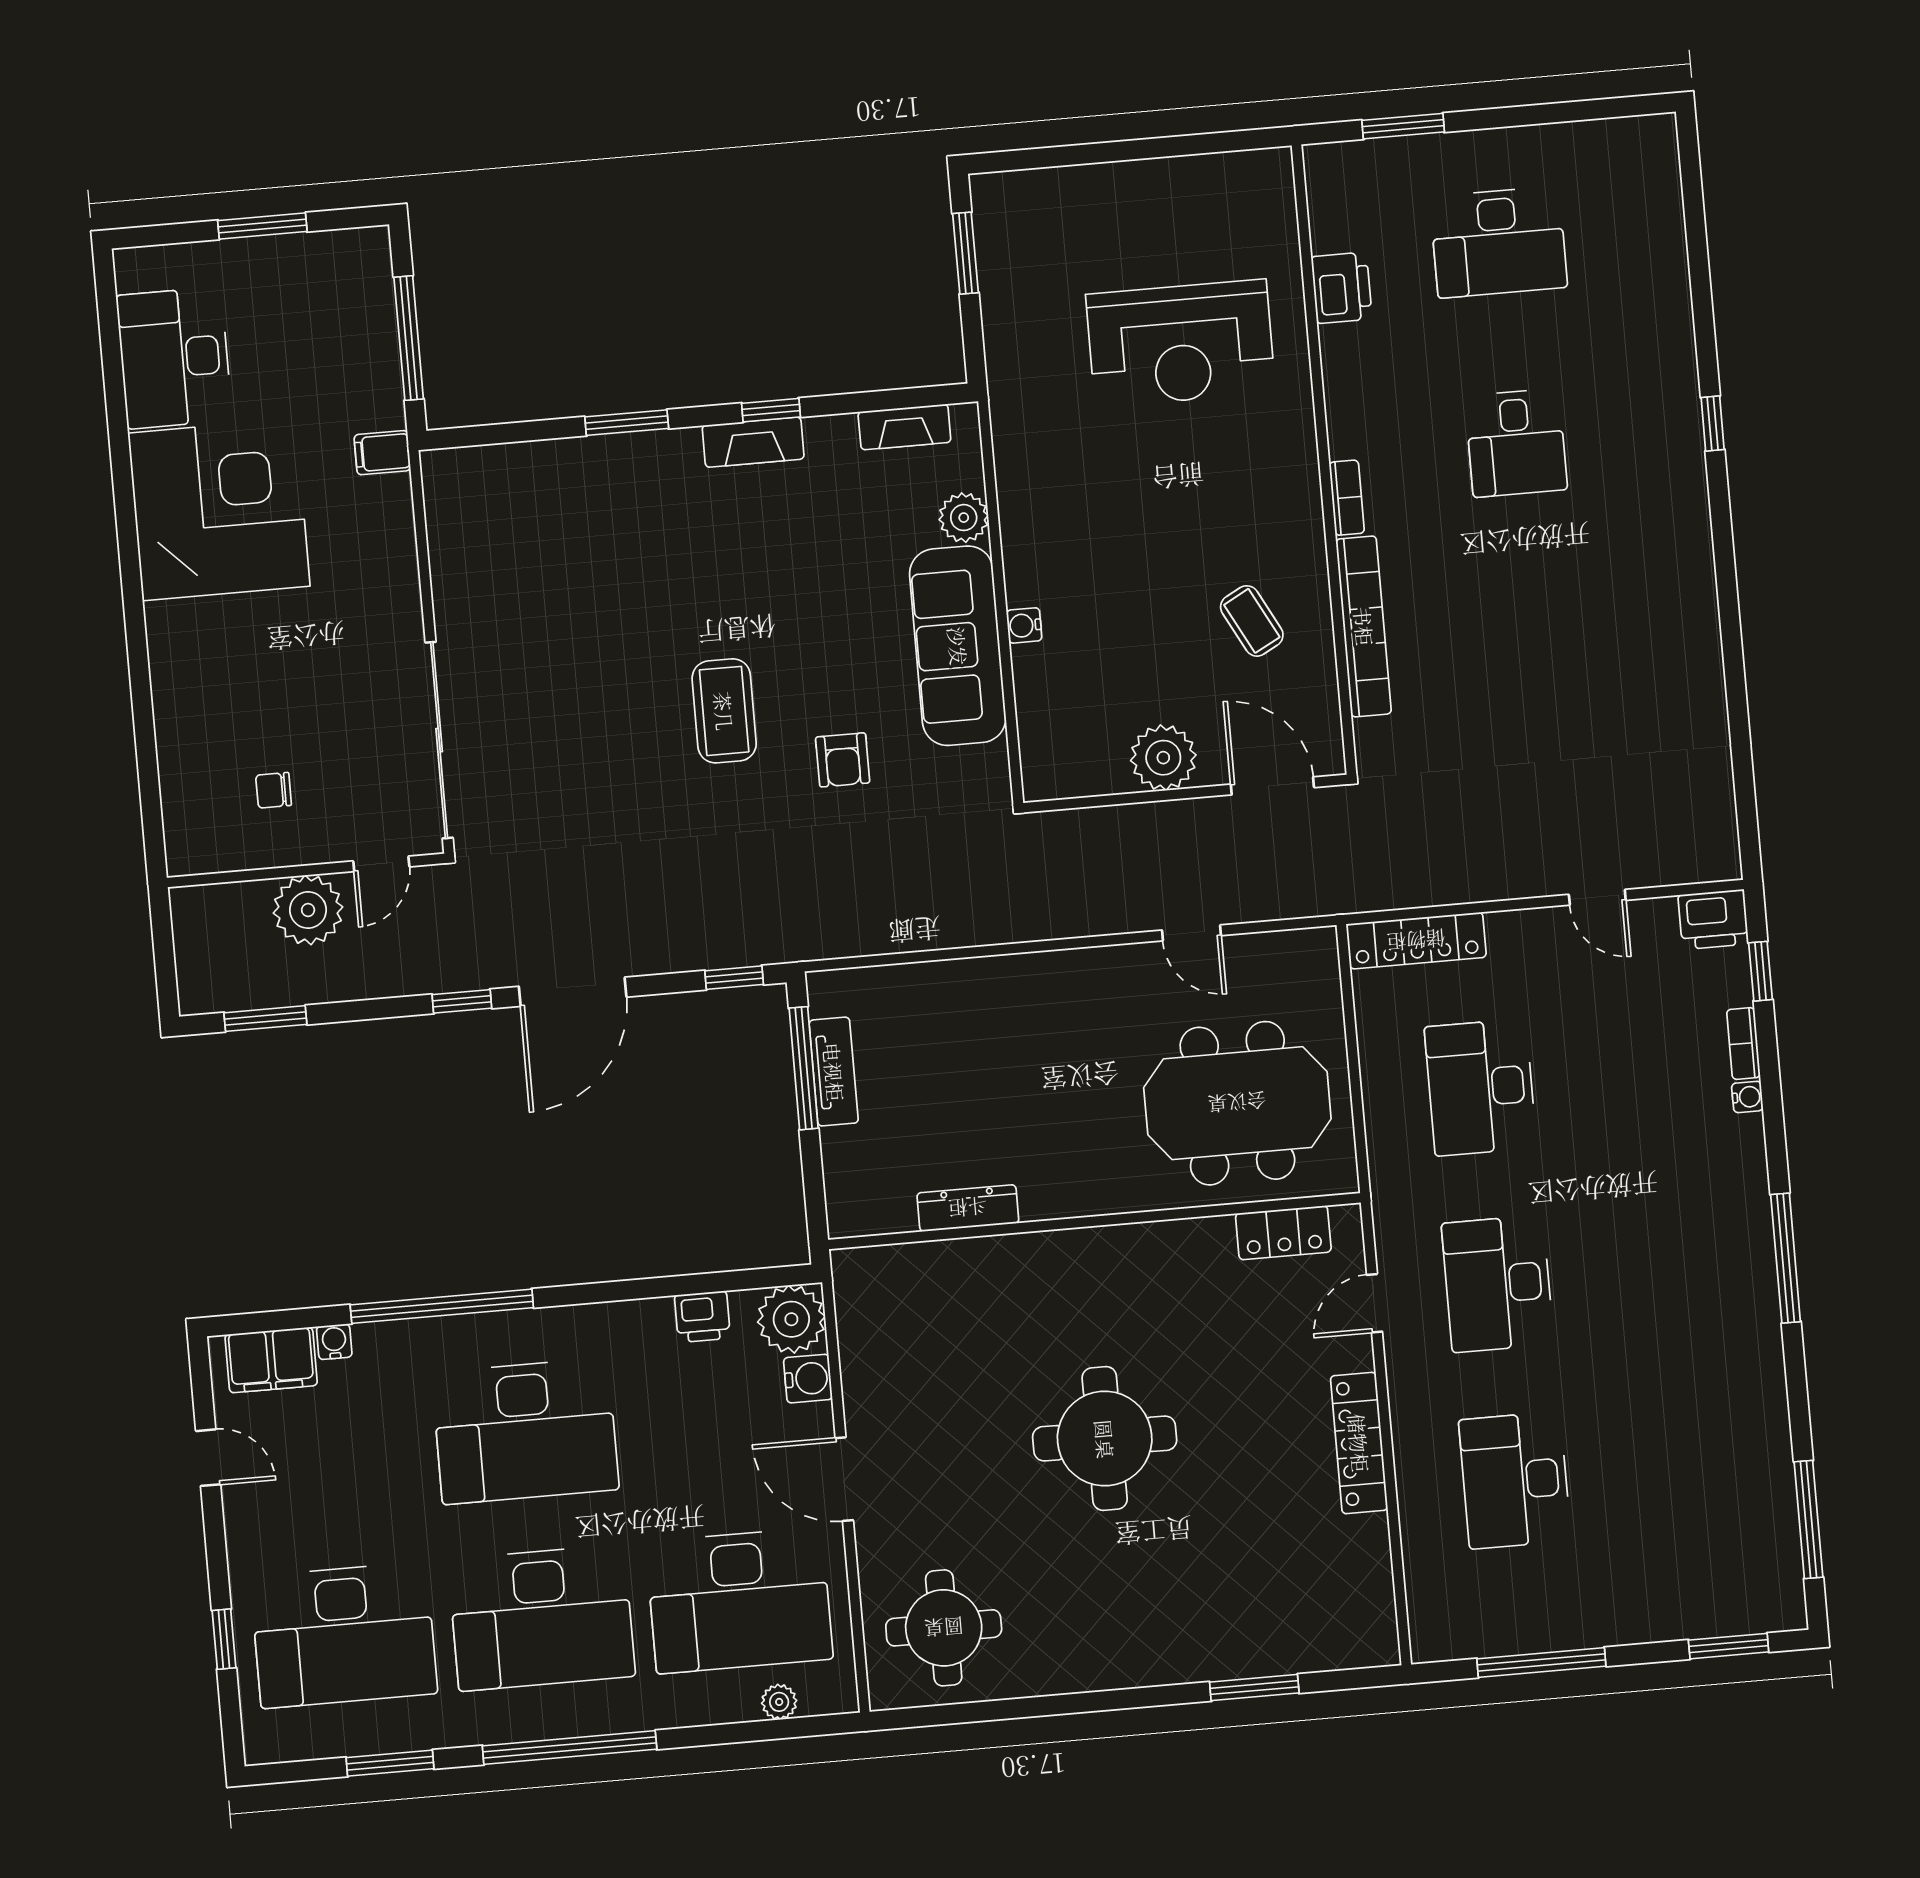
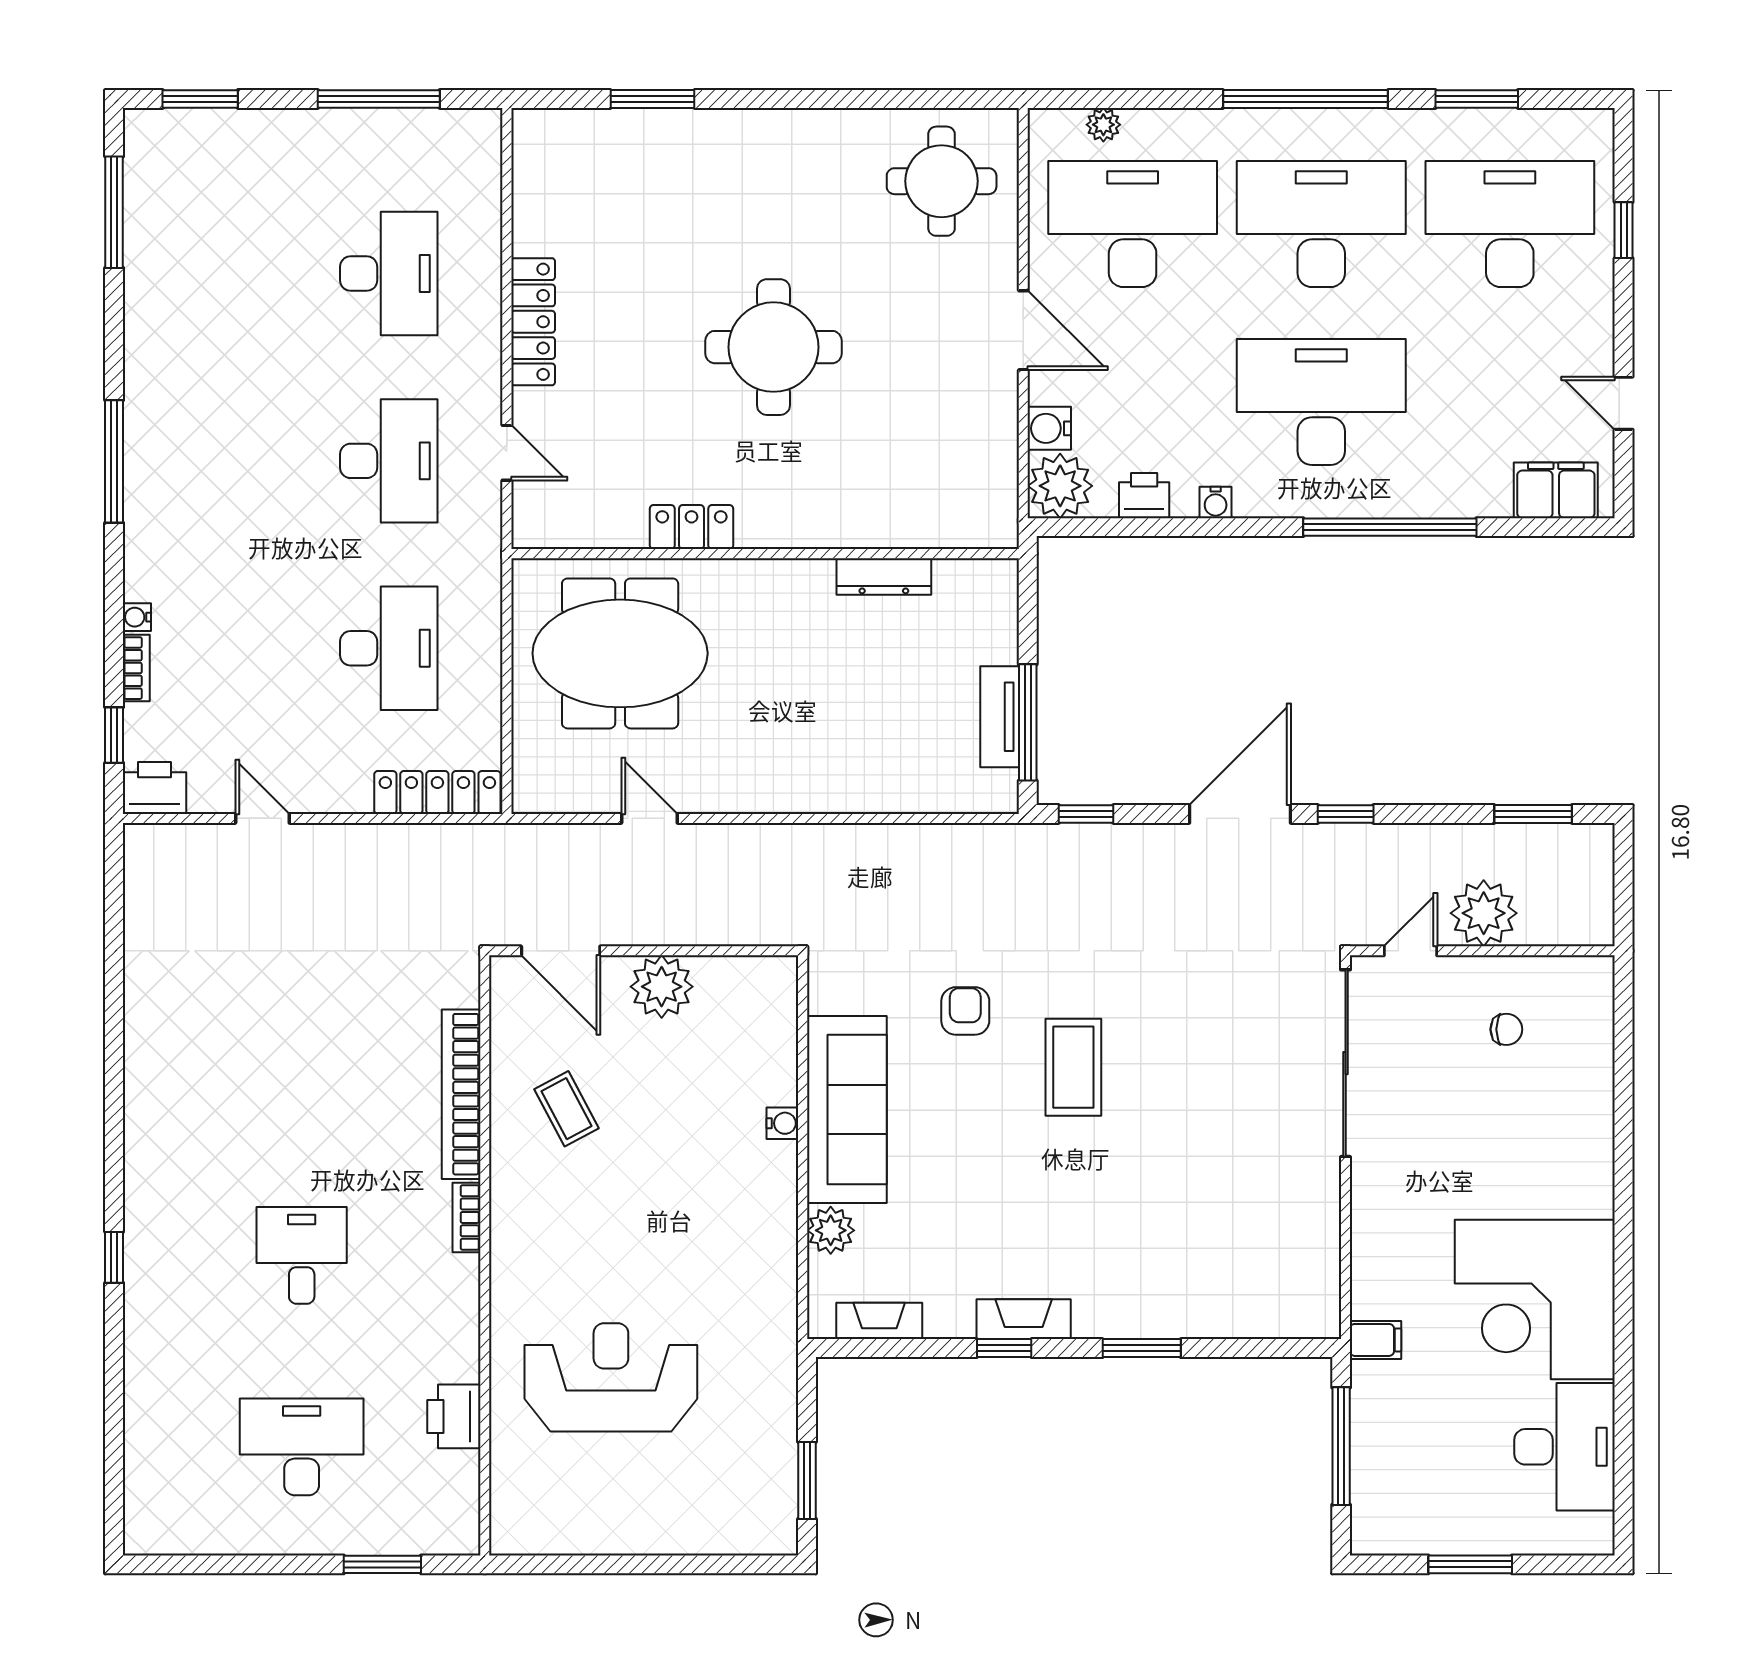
locker: (1283, 1233) -> (692, 527), moved
door: (1375, 1303) -> (507, 453), hinge flipped
water cooler: (334, 1342) -> (1216, 502), moved

